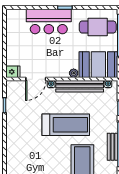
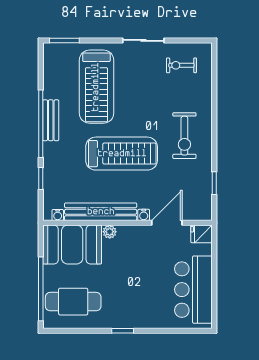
bar counter: (49, 21) -> (193, 290), moved, turned -90
treadmill: (66, 125) -> (122, 154), turned 180
exercise bike: (24, 137) -> (184, 136), added

